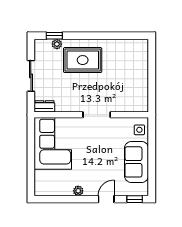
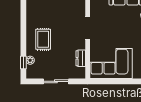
rug: (83, 60) -> (43, 39), width x0.73, depth x0.70
dresser: (44, 106) -> (81, 58), moved

